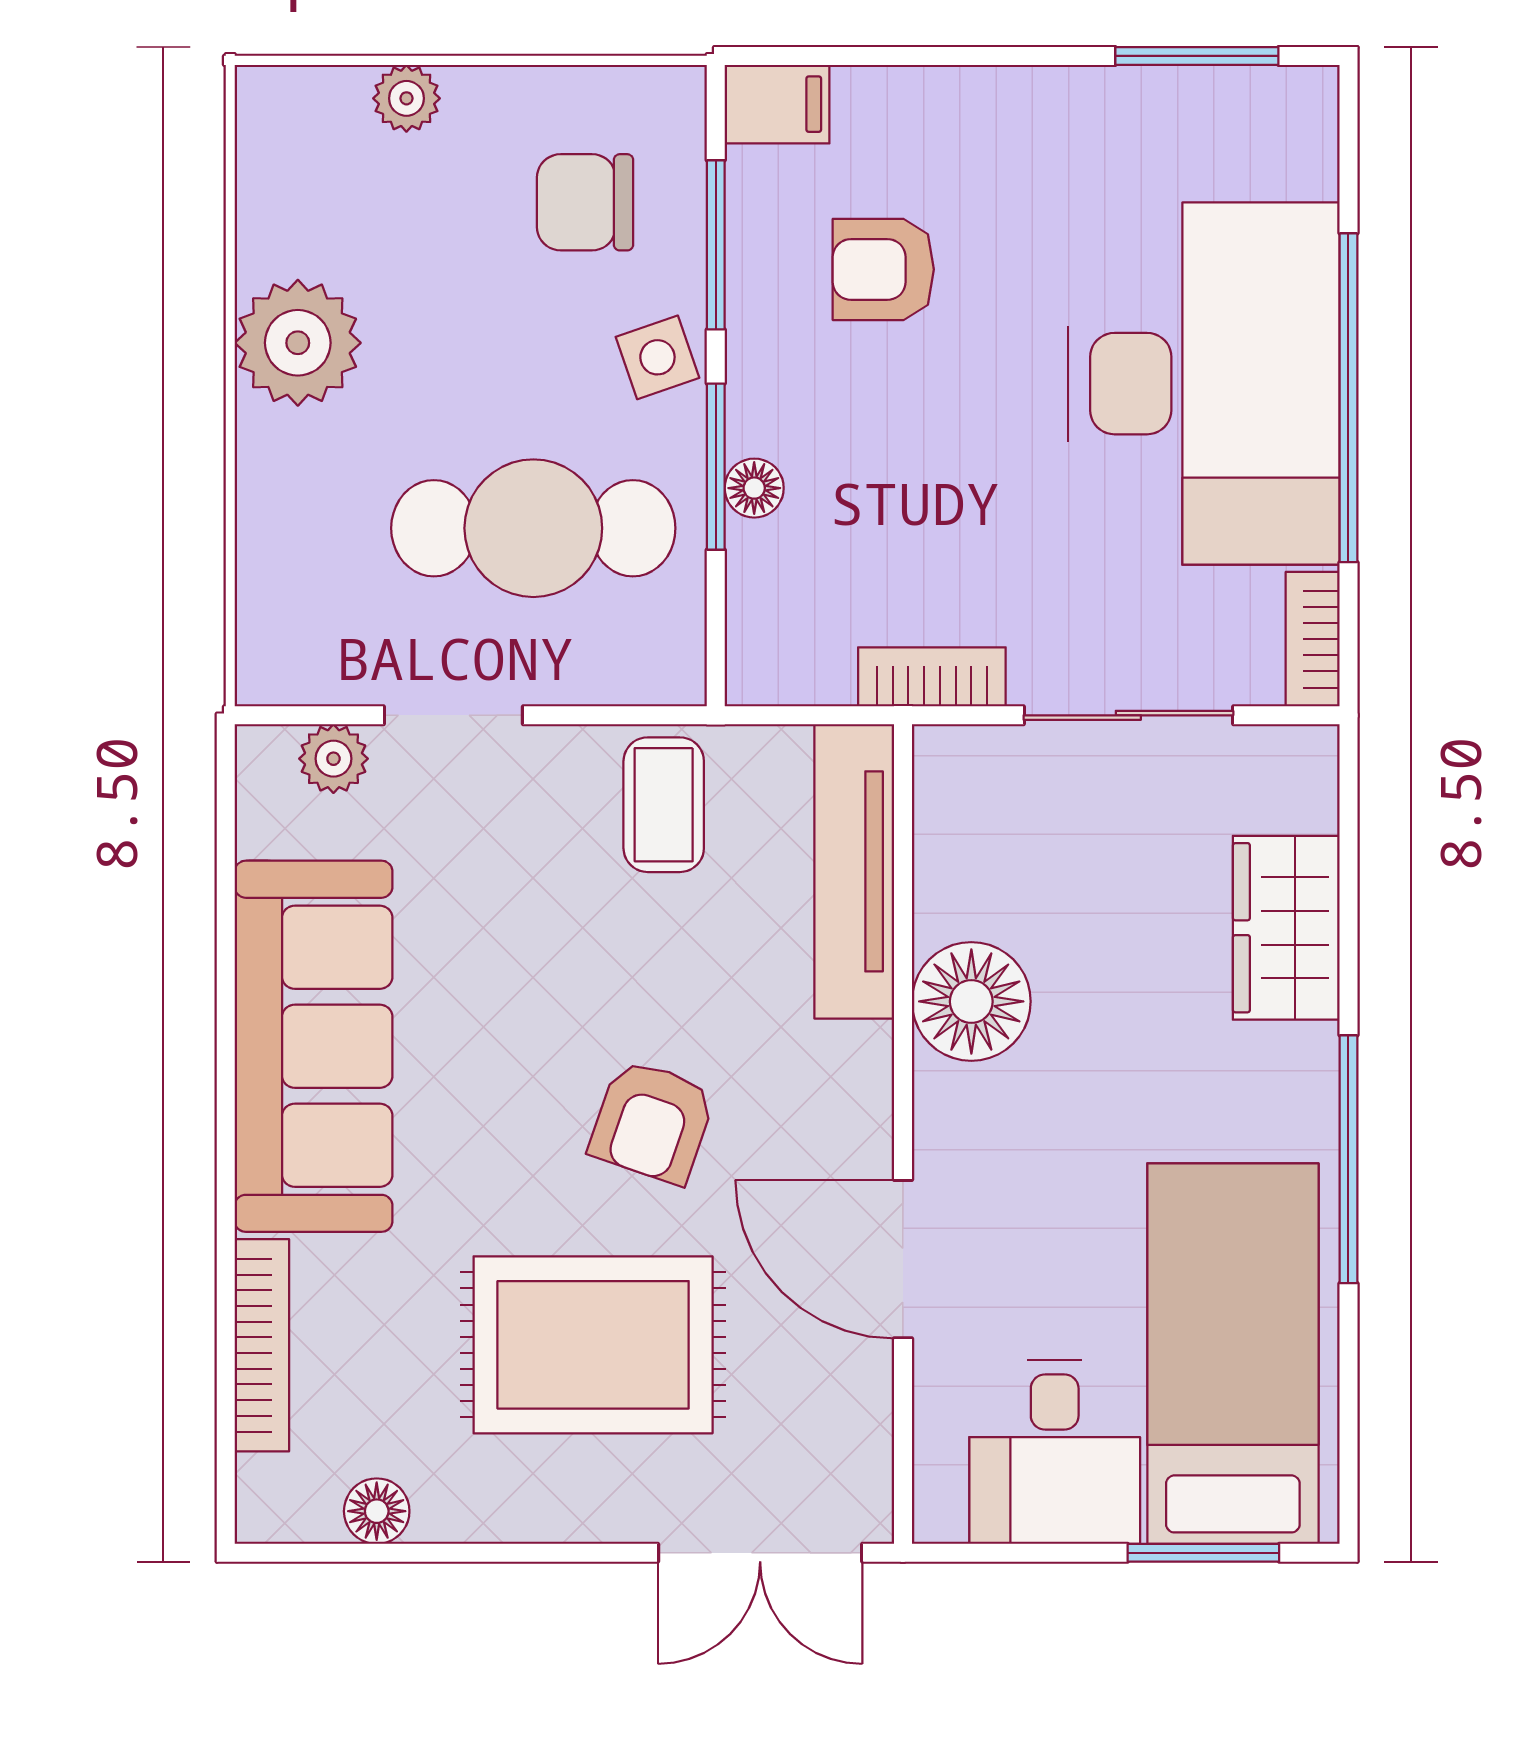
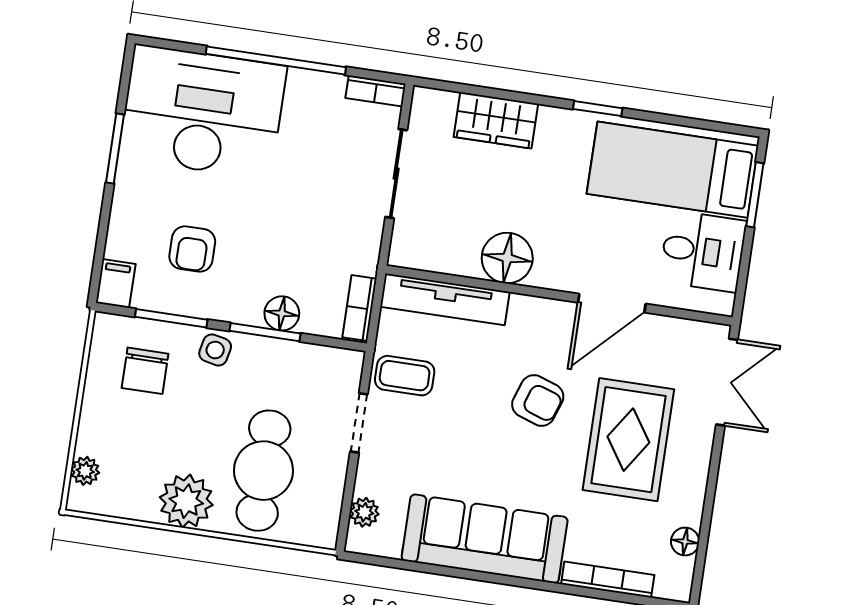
window: (1197, 56) -> (115, 149), moved
plant: (406, 98) -> (85, 471), moved
side table: (657, 357) -> (215, 350), turned 31
desk: (1204, 384) -> (203, 112), moved
floor lamp: (754, 488) -> (282, 313), width x1.37, depth x1.37
cafe table: (533, 528) -> (263, 471), moved
bookcase: (932, 677) -> (359, 308), moved
doorway: (453, 715) -> (359, 423), moved
window: (1348, 1159) -> (598, 109), width x0.46

